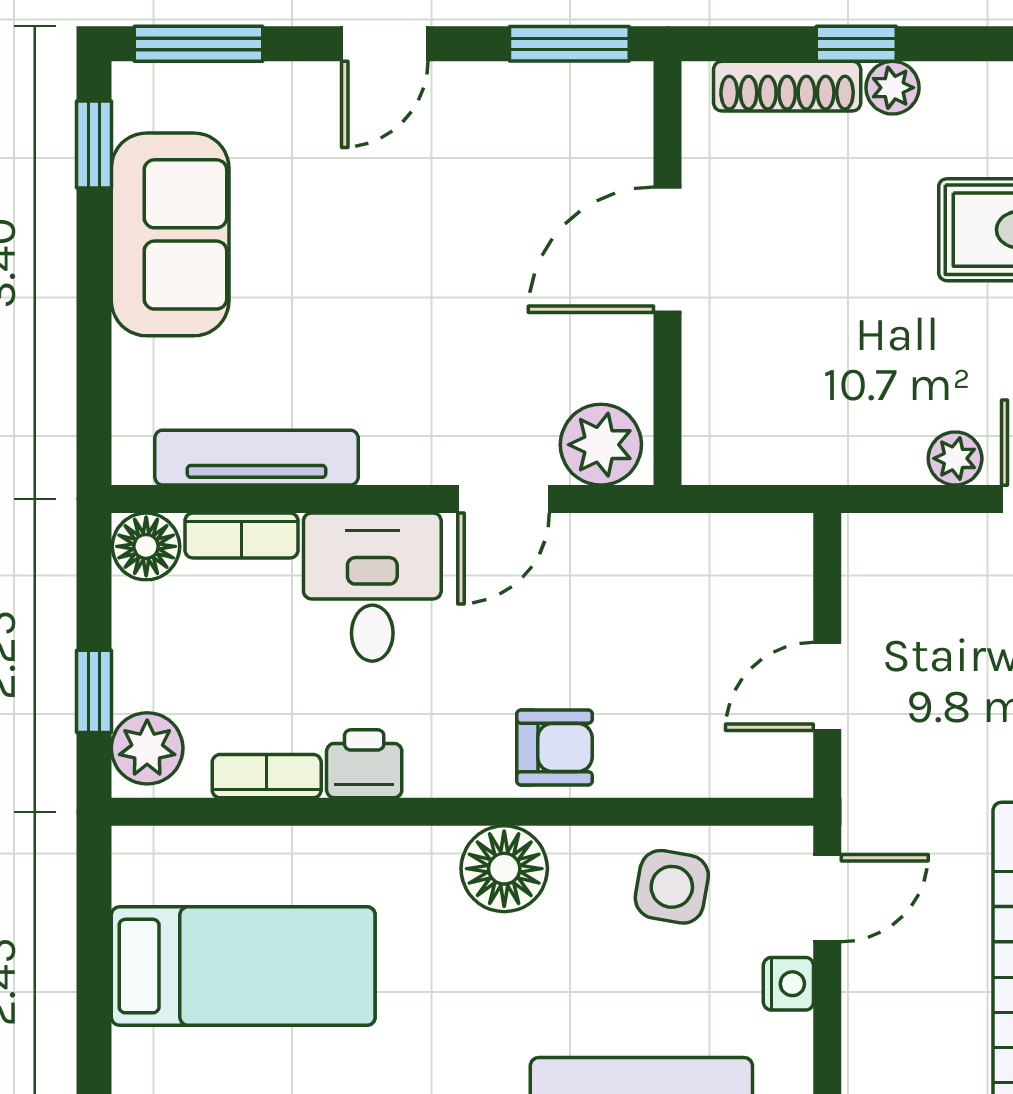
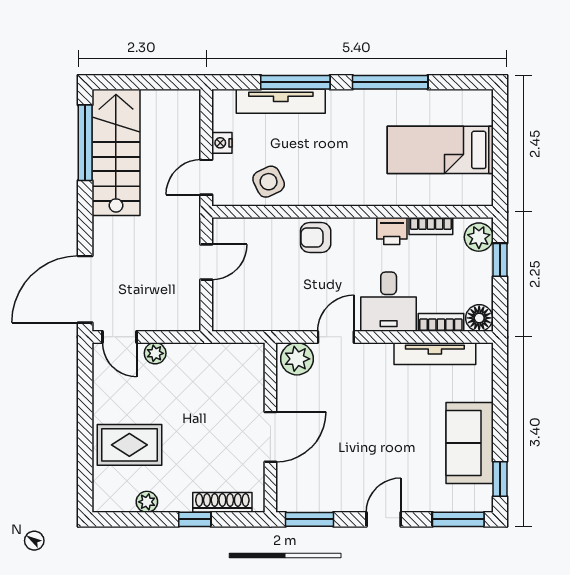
plant: (893, 88) -> (147, 502), moved
floor lamp: (504, 869) -> (336, 189), removed
side table: (672, 887) -> (269, 182), turned -36

